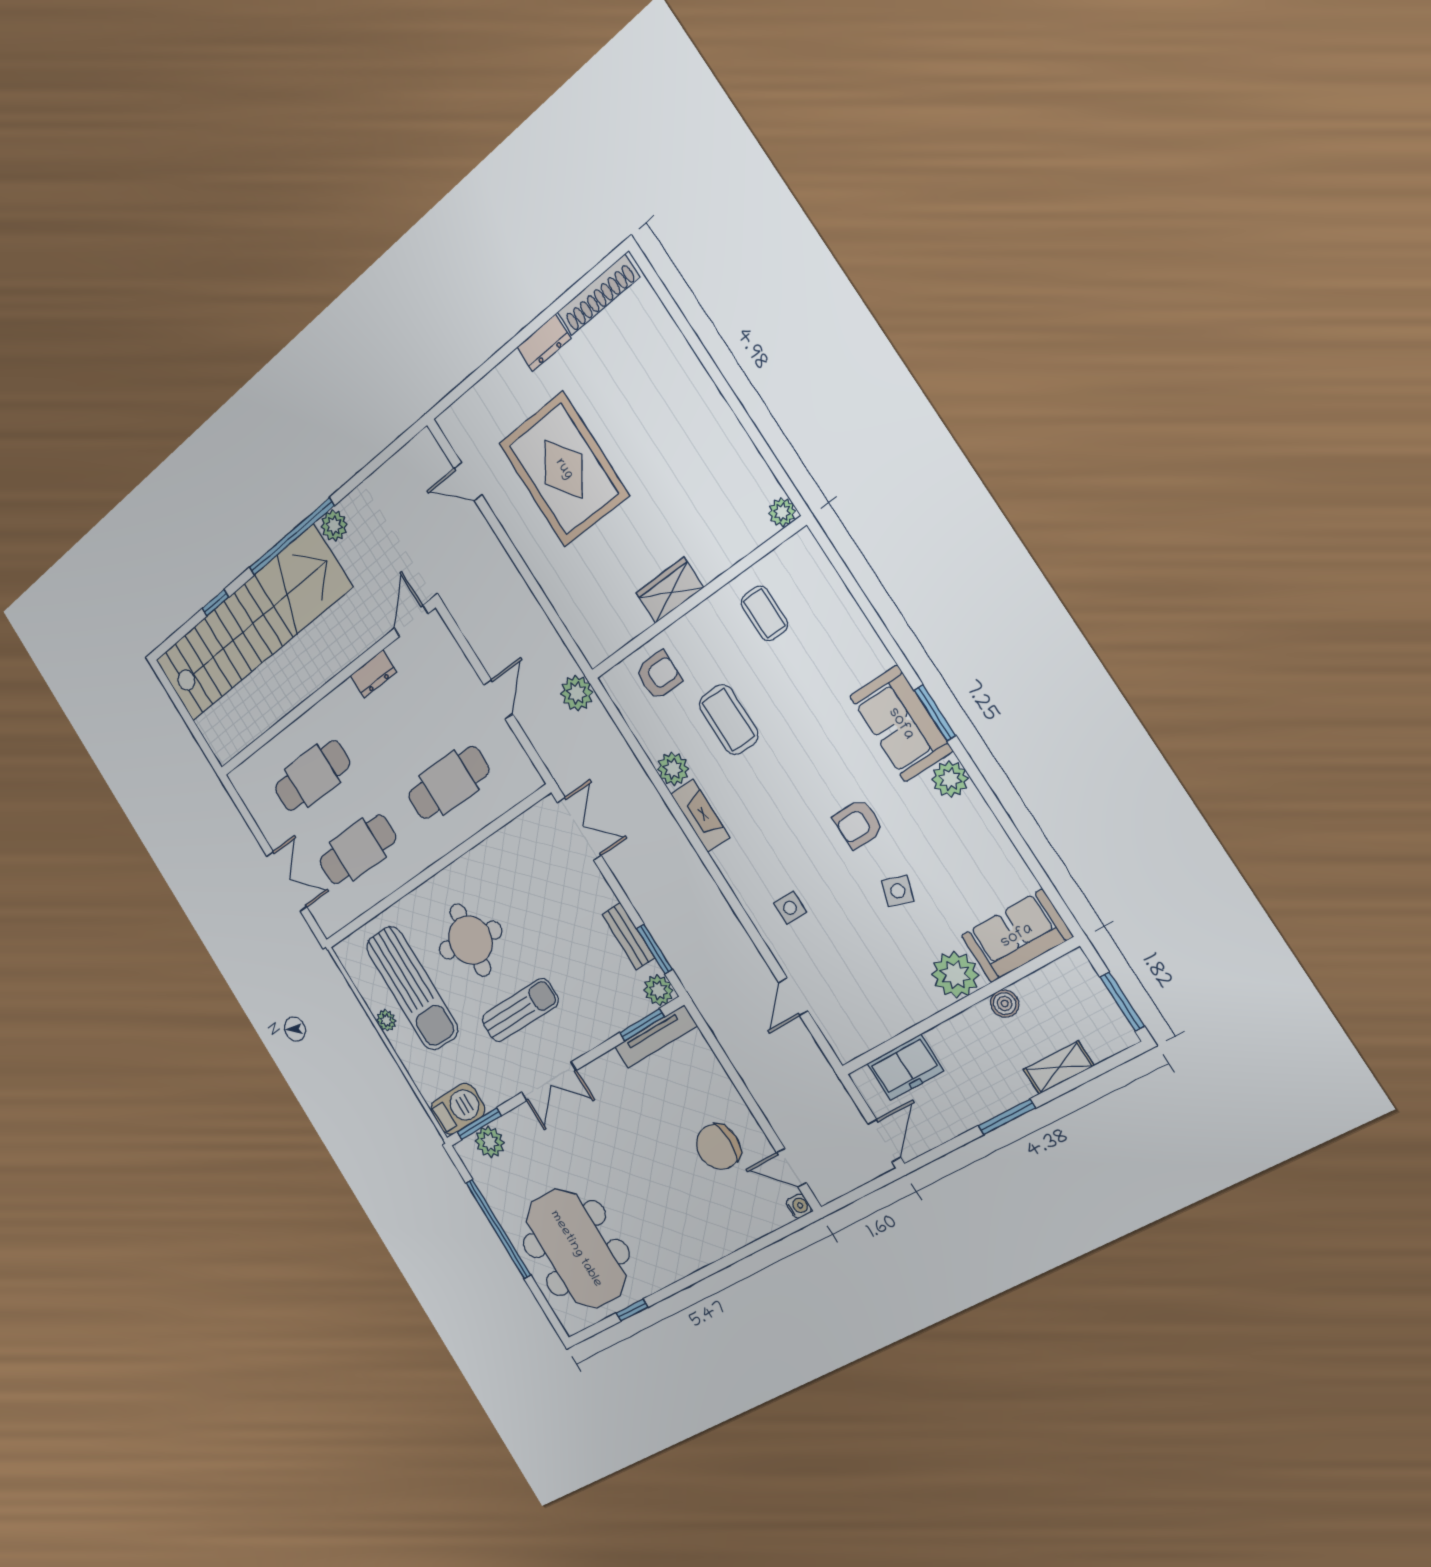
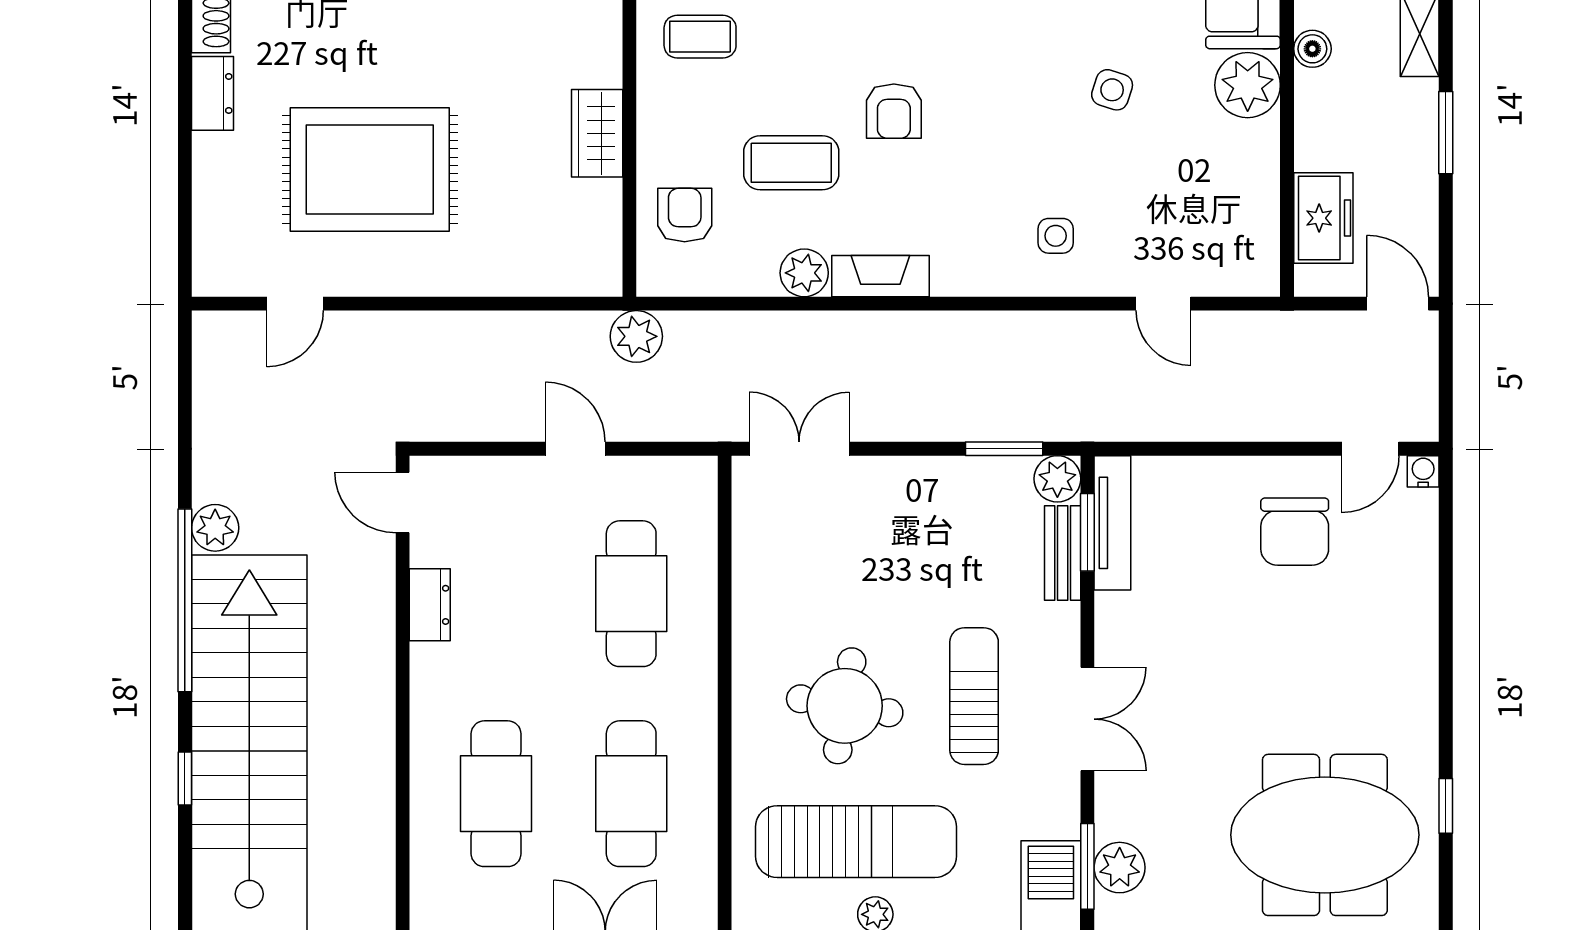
armchair: (858, 824) -> (894, 111), moved
bench: (628, 936) -> (1063, 553), moved, turned 90

